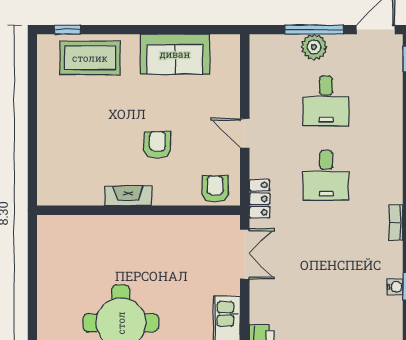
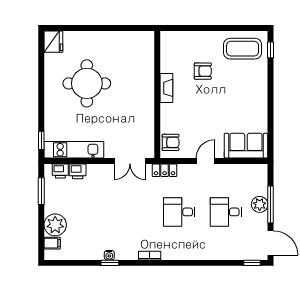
sofa: (175, 54) -> (246, 146), moved, turned 90
coffee table: (90, 58) -> (243, 49), moved, turned 90
armchair: (157, 145) -> (203, 71), moved

